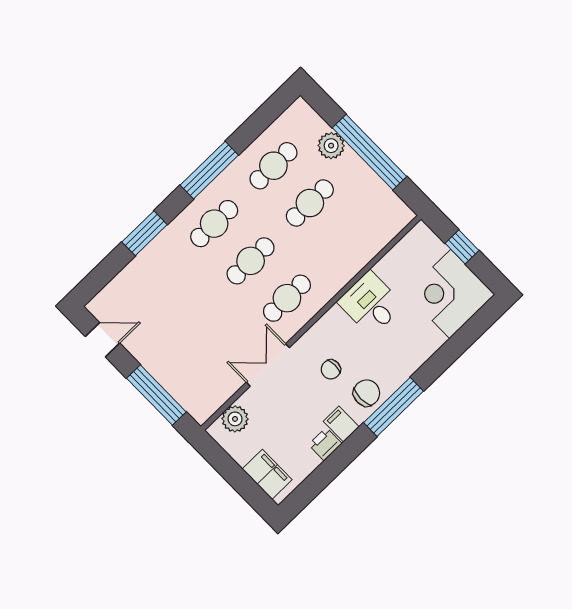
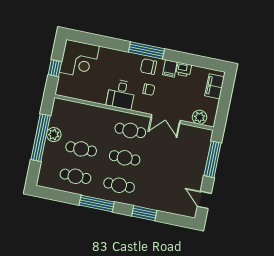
plant: (331, 146) -> (54, 135), moved
desk: (371, 304) -> (121, 94), moved

